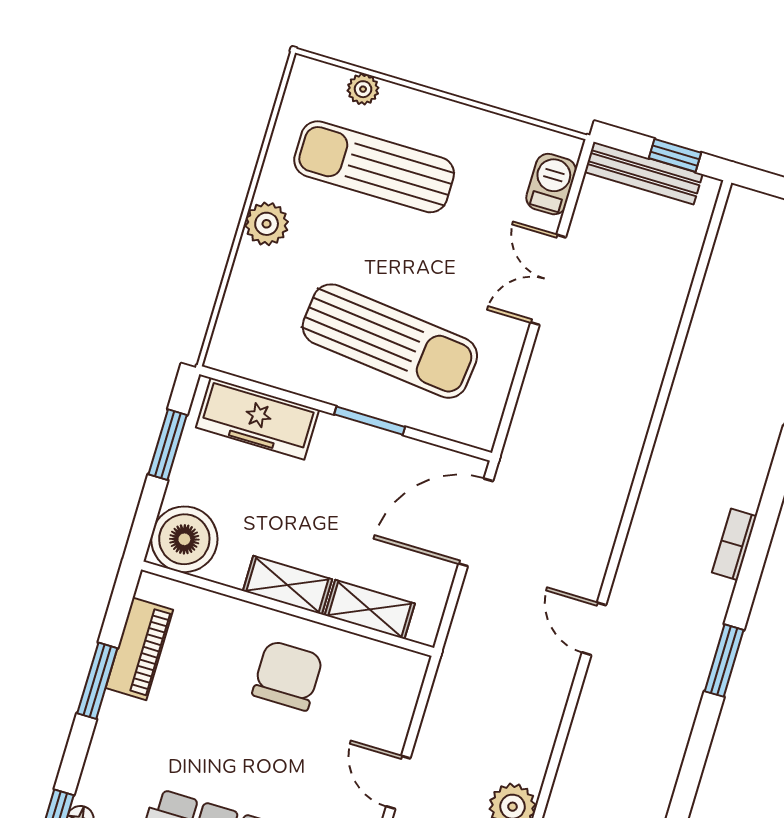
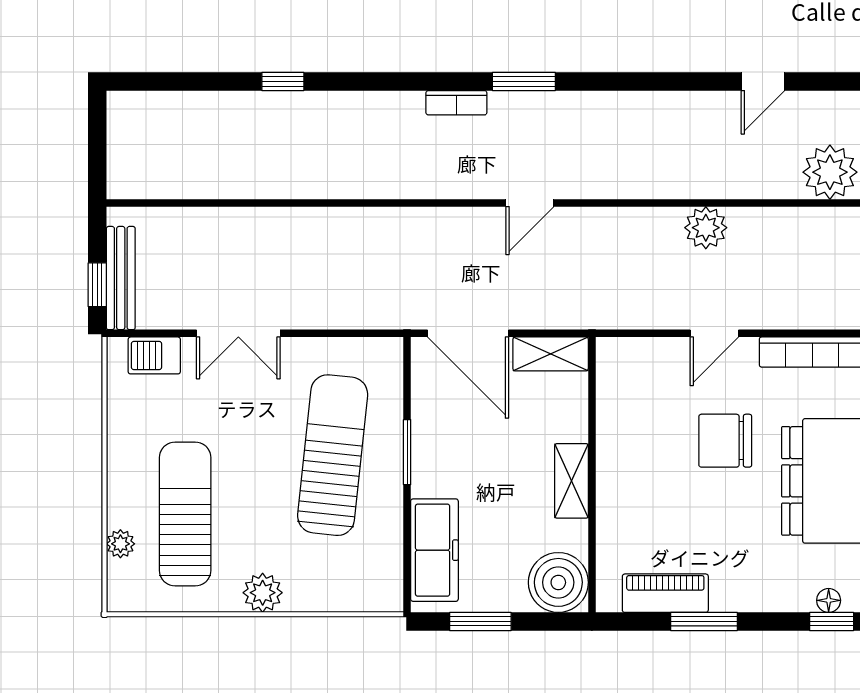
window: (675, 155) -> (97, 285), moved
sun lounger: (374, 167) -> (185, 514), turned 180
bookcase: (734, 544) -> (456, 103), moved
shelving: (370, 609) -> (551, 354), moved, turned 90
chair: (288, 676) -> (725, 441), moved

